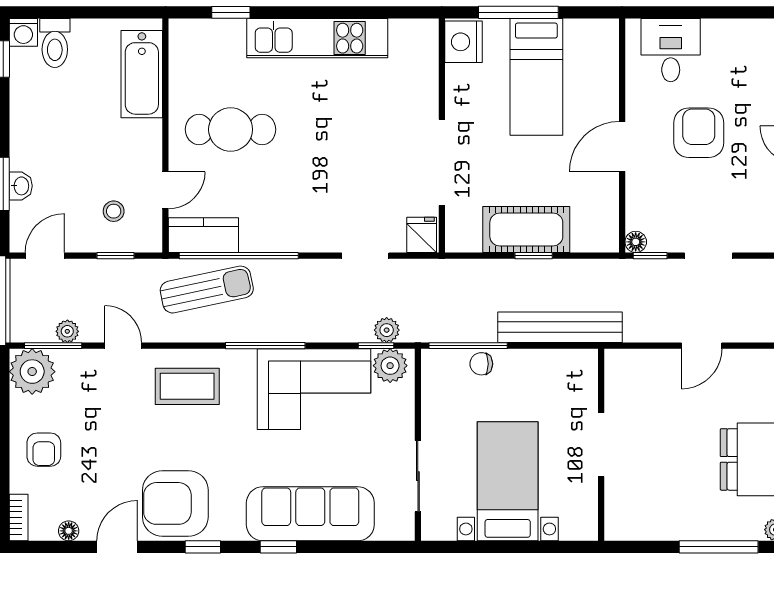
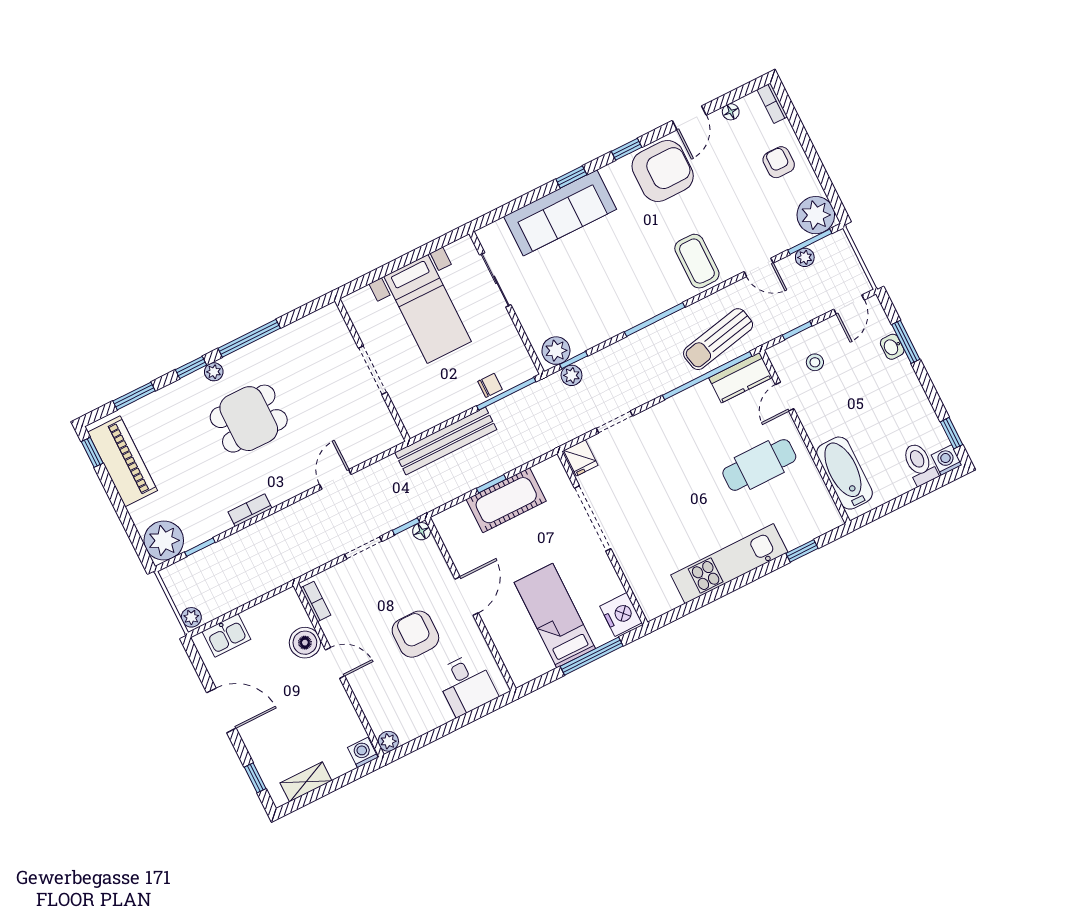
armchair: (699, 133) -> (415, 634), turned 180
coffee table: (187, 386) -> (697, 261), turned 90
corner sofa: (314, 389) -> (603, 305), removed

